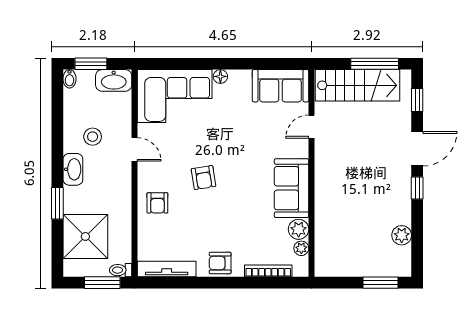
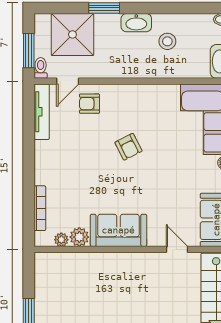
door: (135, 149) -> (68, 81), moved
armchair: (204, 178) -> (128, 147), turned -108
armchair: (157, 203) -> (89, 104), moved
armchair: (220, 263) -> (47, 162), removed

